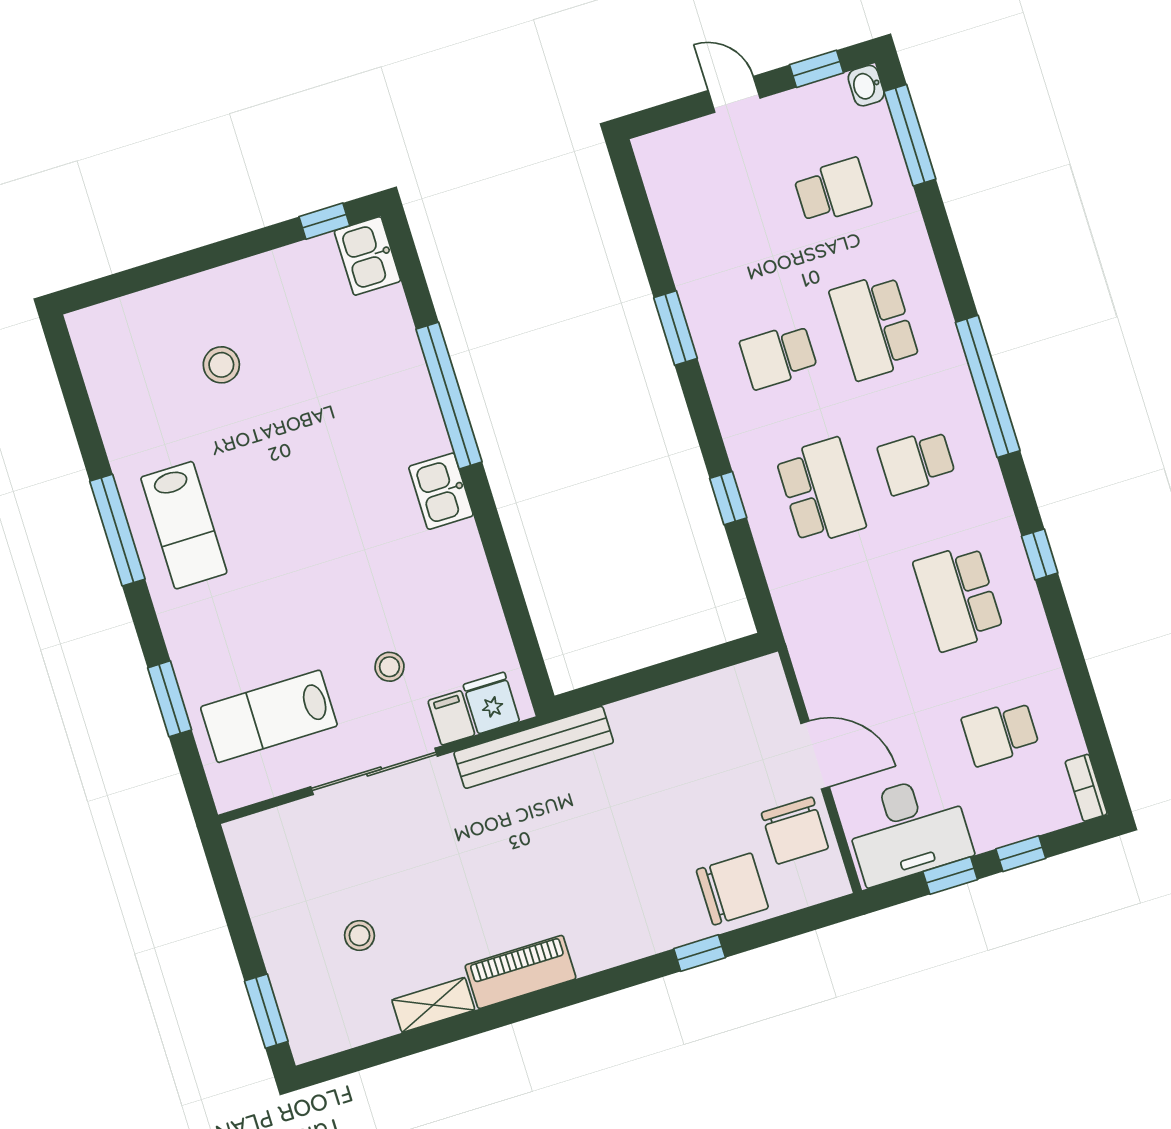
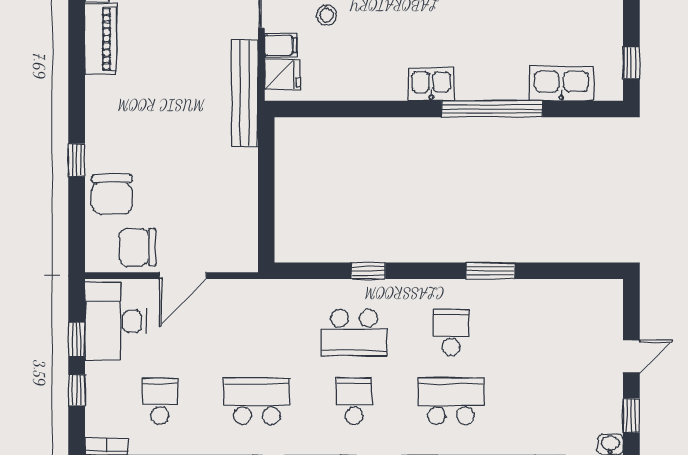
school desk: (833, 191) -> (548, 401), removed
kitchen sink: (367, 256) -> (561, 84), moved, width x1.38

